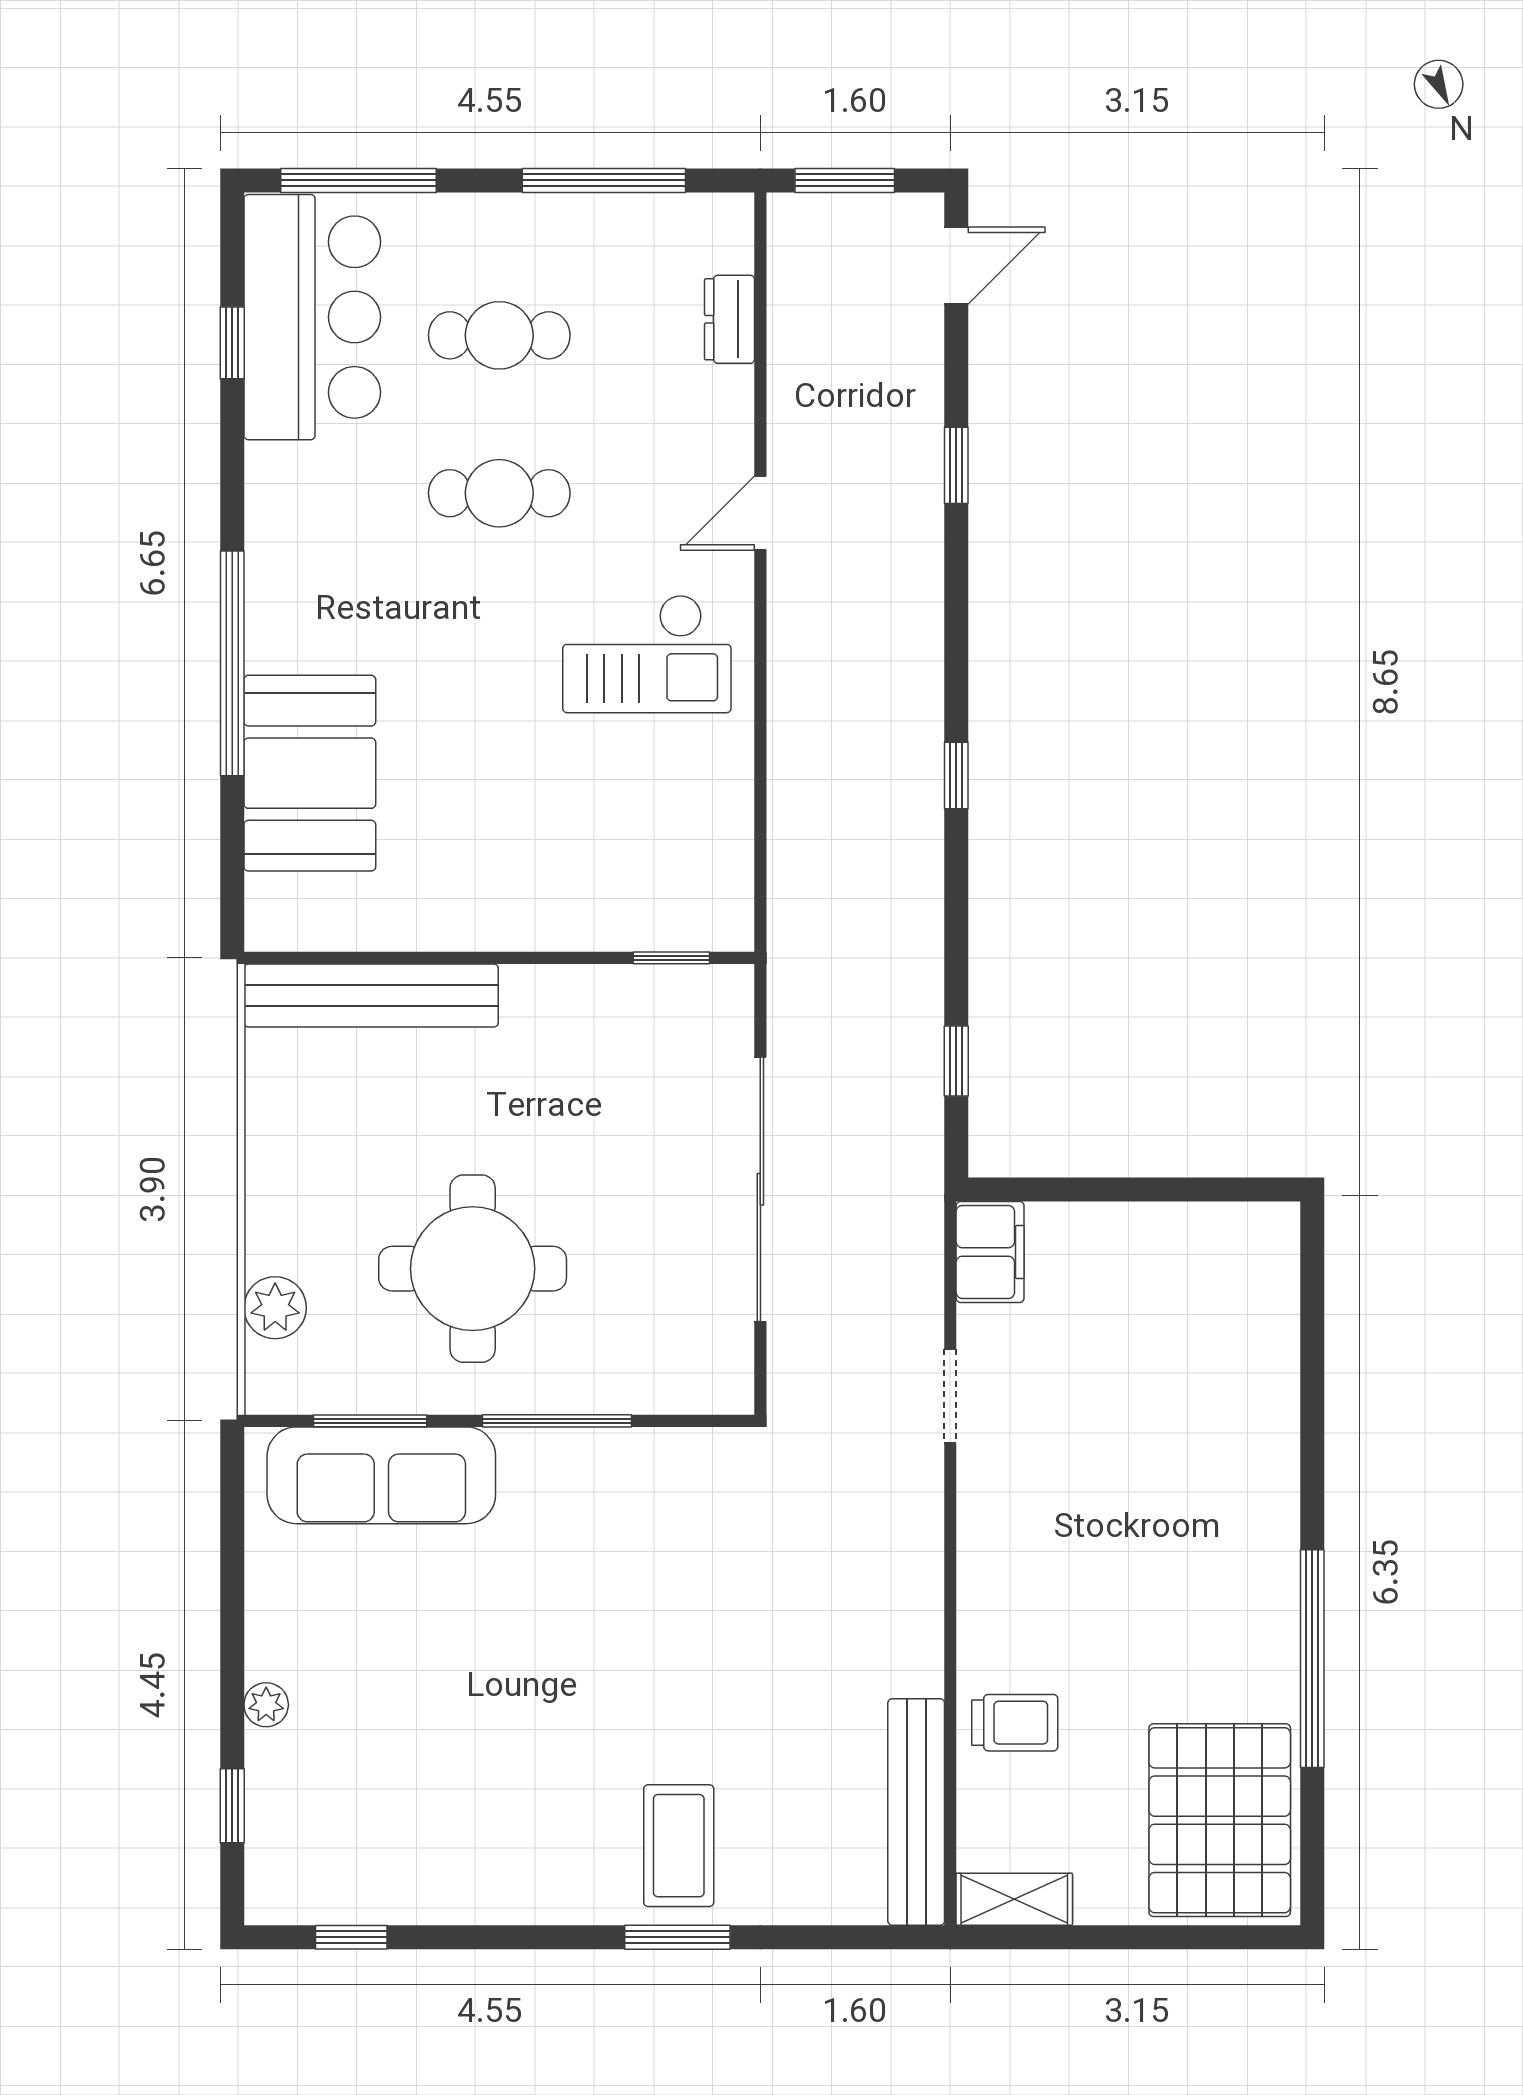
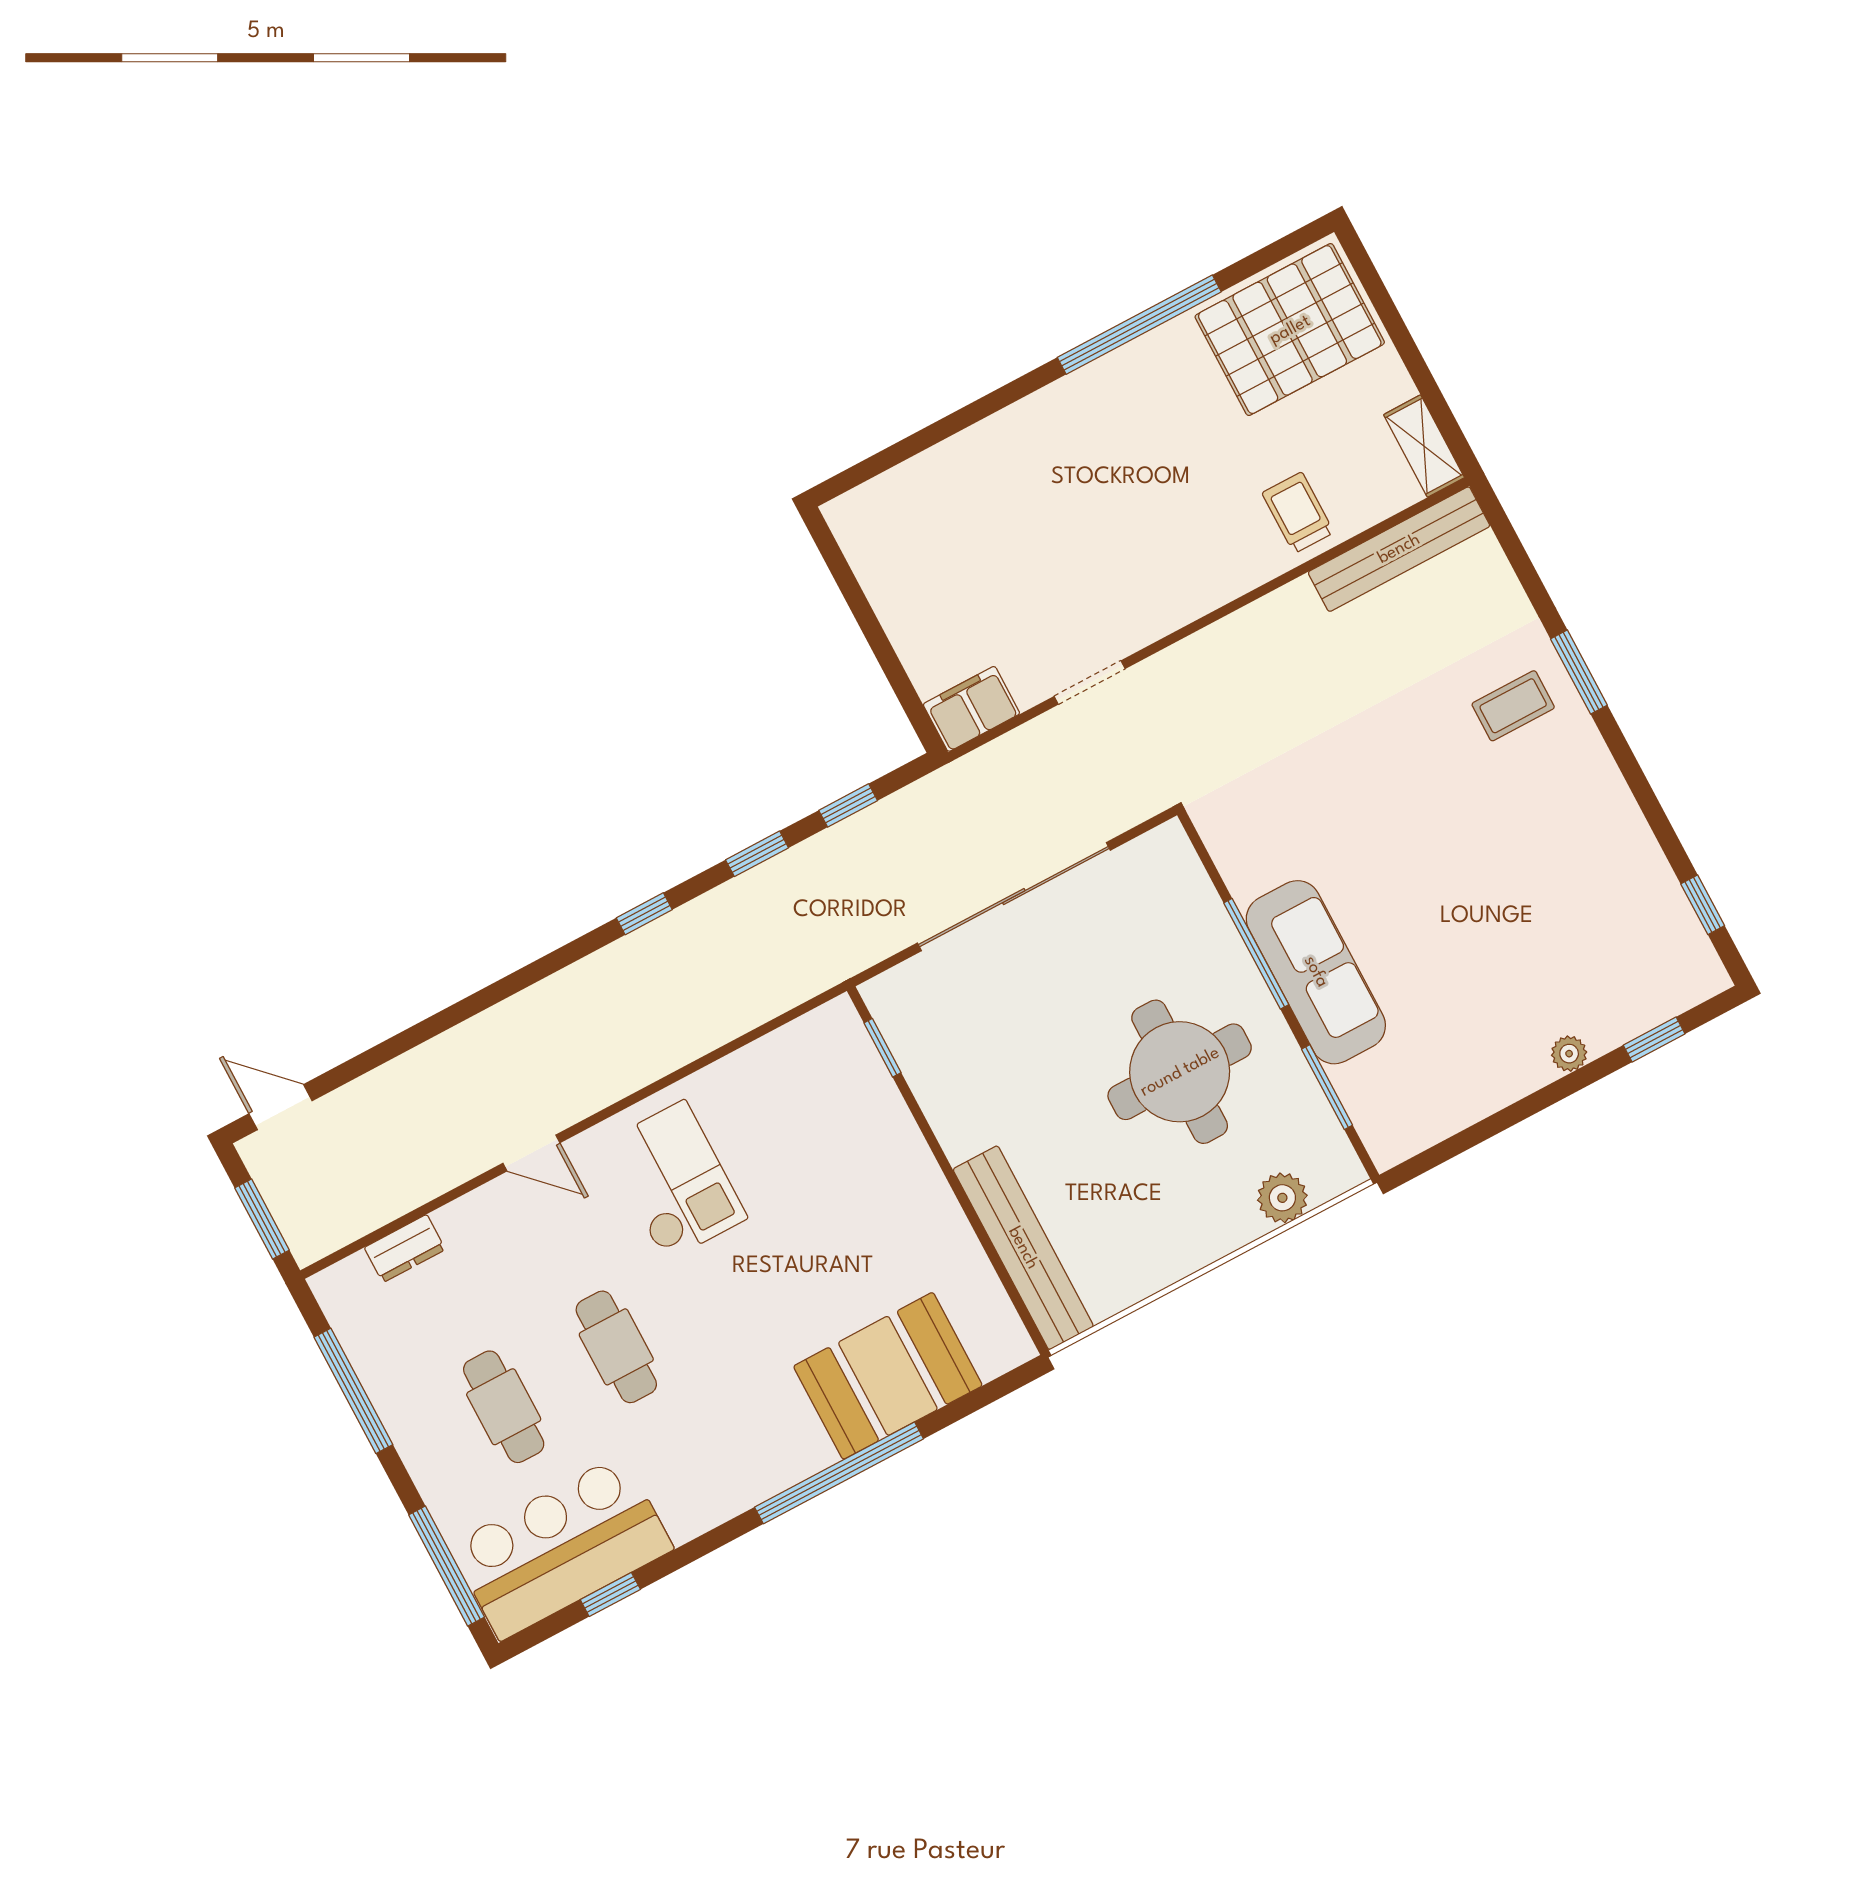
window: (956, 465) -> (757, 854), moved
sofa: (381, 1475) -> (1316, 972), moved
coffee table: (679, 1846) -> (1513, 706), width x0.73, depth x0.77

